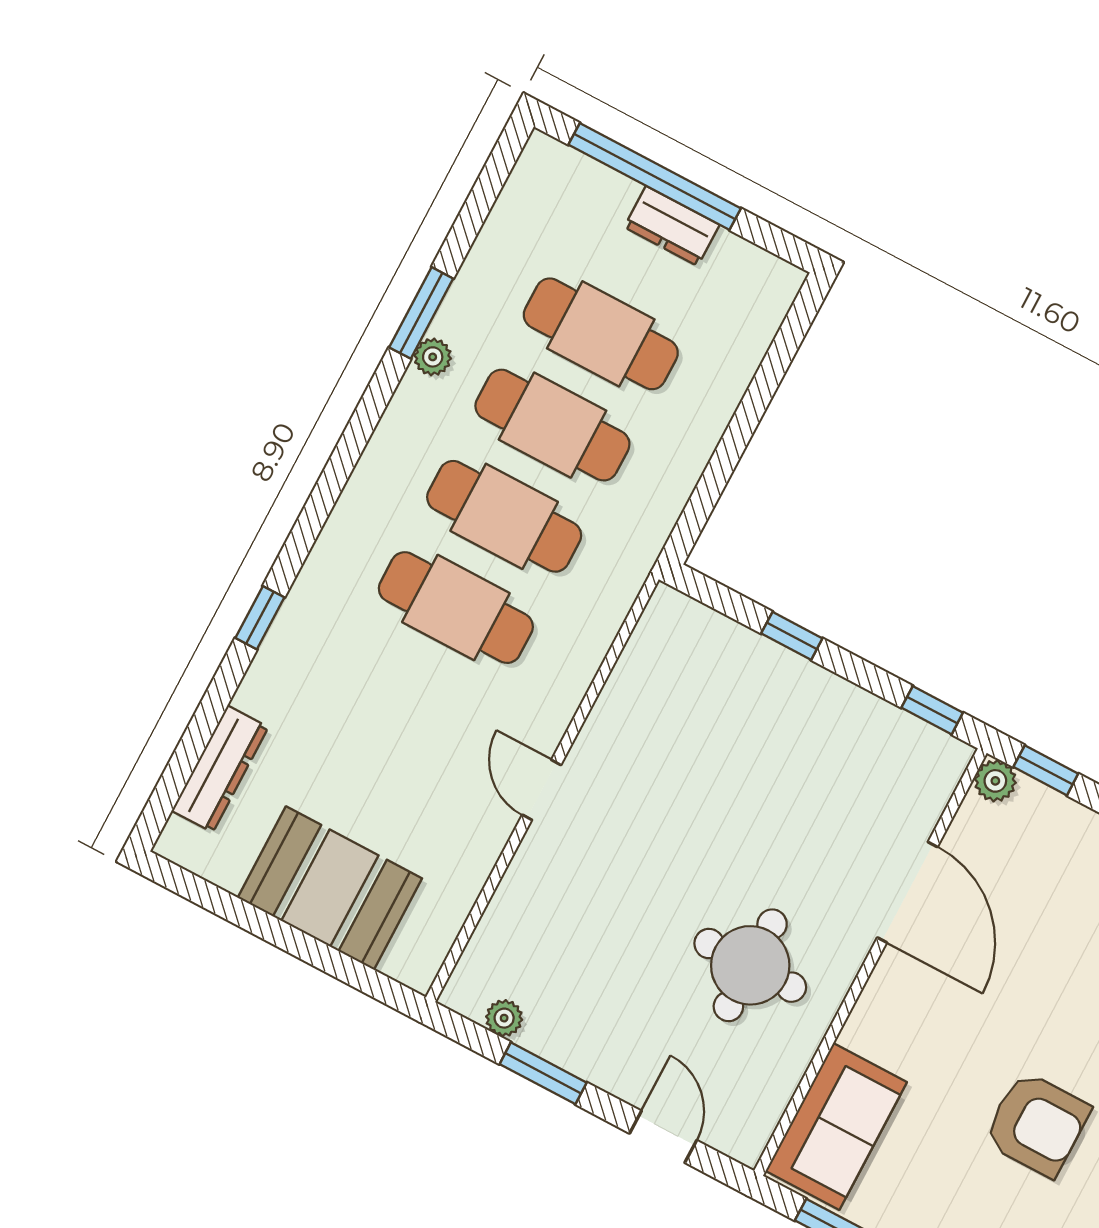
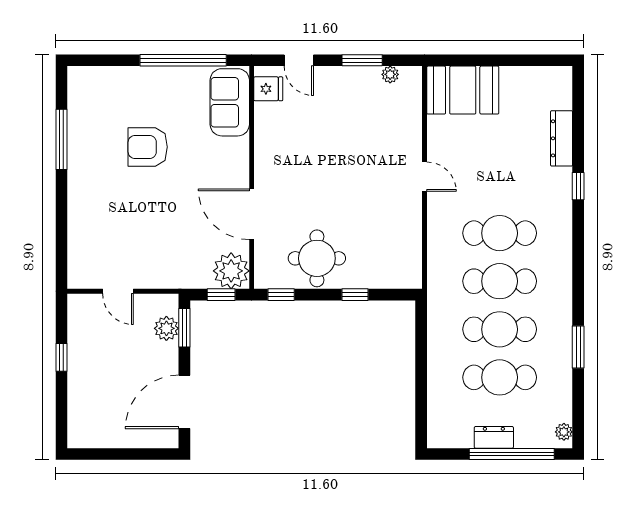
plant: (433, 357) -> (564, 432), moved
dresser: (220, 769) -> (562, 138), moved
plant: (995, 781) -> (231, 271), width x1.87, depth x1.87
booth: (330, 888) -> (463, 90), moved
round table: (750, 965) -> (317, 258), moved
fridge: (750, 1113) -> (268, 89), added

